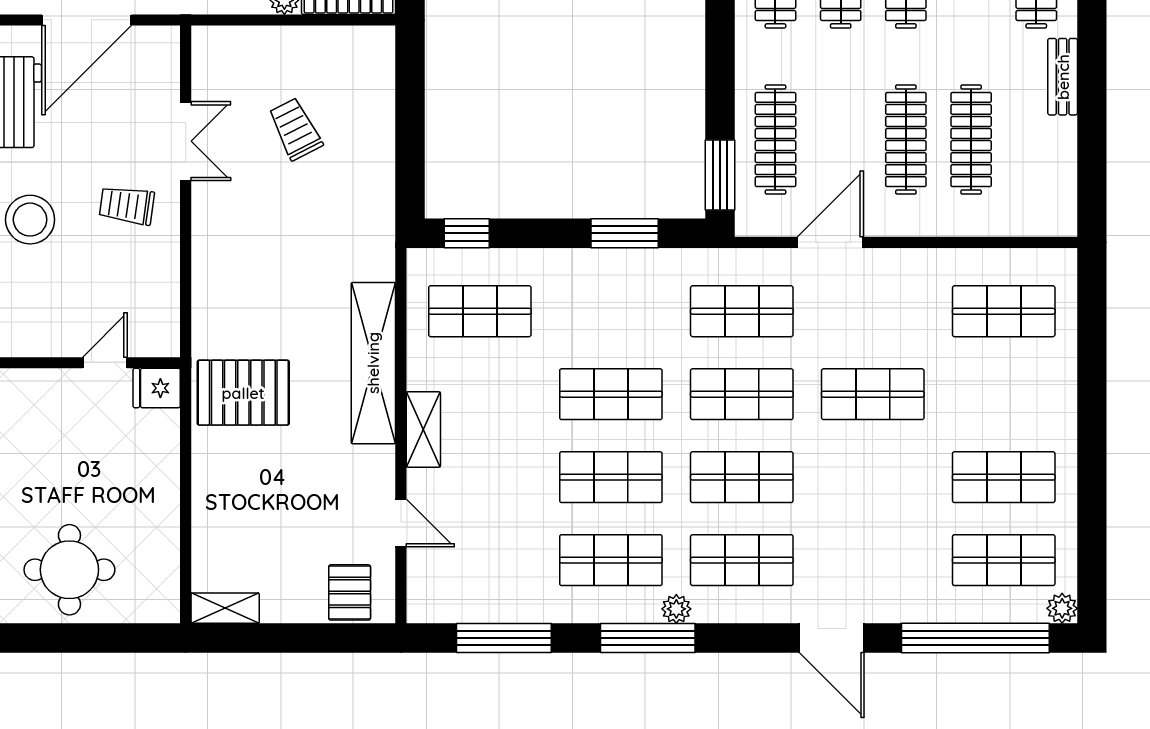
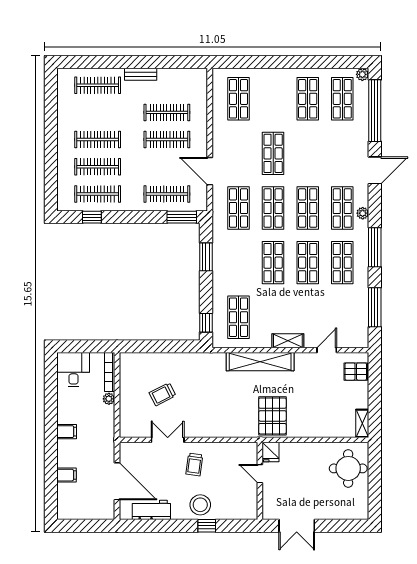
round table: (69, 570) -> (348, 468), moved
plant: (676, 609) -> (363, 213), moved

